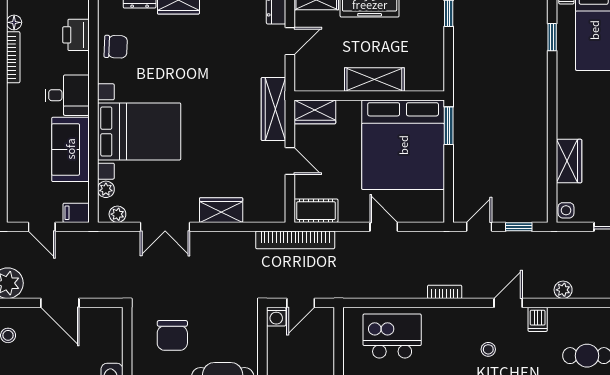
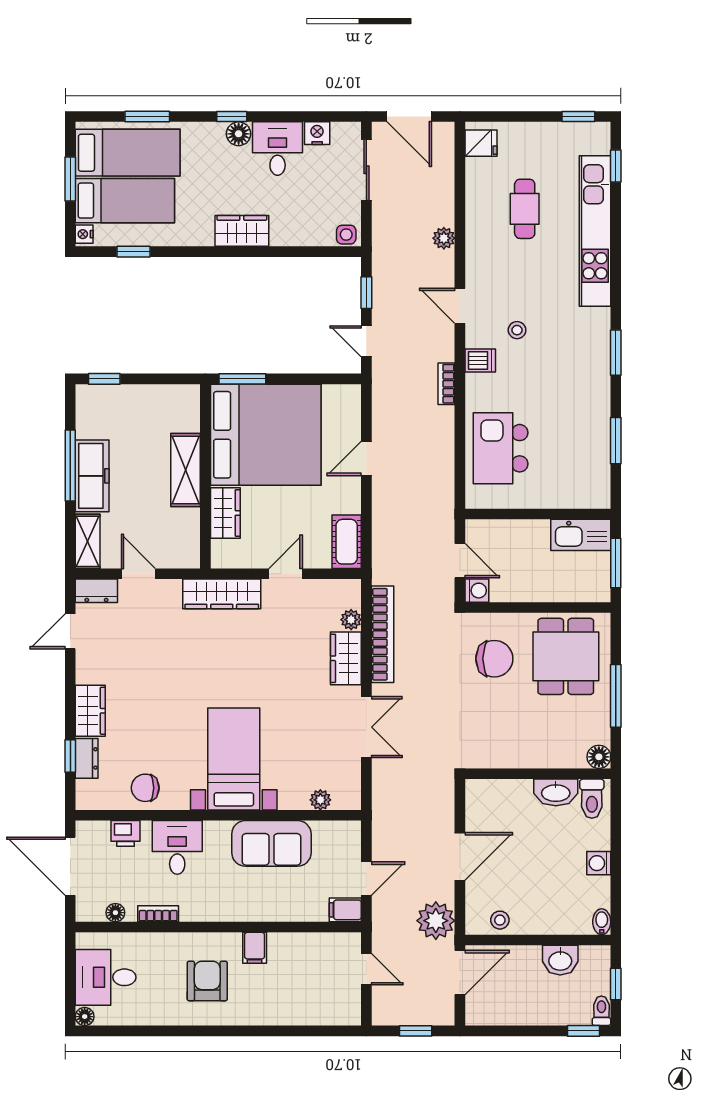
printer: (76, 35) -> (126, 833), width x0.73, depth x0.81
chair: (116, 47) -> (145, 788), turned -92
bookcase: (13, 57) -> (158, 914), width x0.64
desk: (67, 95) -> (177, 847), moved
wardrobe: (315, 112) -> (225, 513), moved
bed with nightstands: (139, 131) -> (234, 759), width x0.73
wardrobe: (569, 161) -> (242, 231), moved
filing cabinet: (76, 213) -> (345, 910), moved, turned 90
plant: (117, 214) -> (351, 620), moved
bookcase: (295, 240) -> (383, 634), moved
dishwasher: (538, 319) -> (480, 360), moved
chair: (172, 335) -> (494, 659), moved

